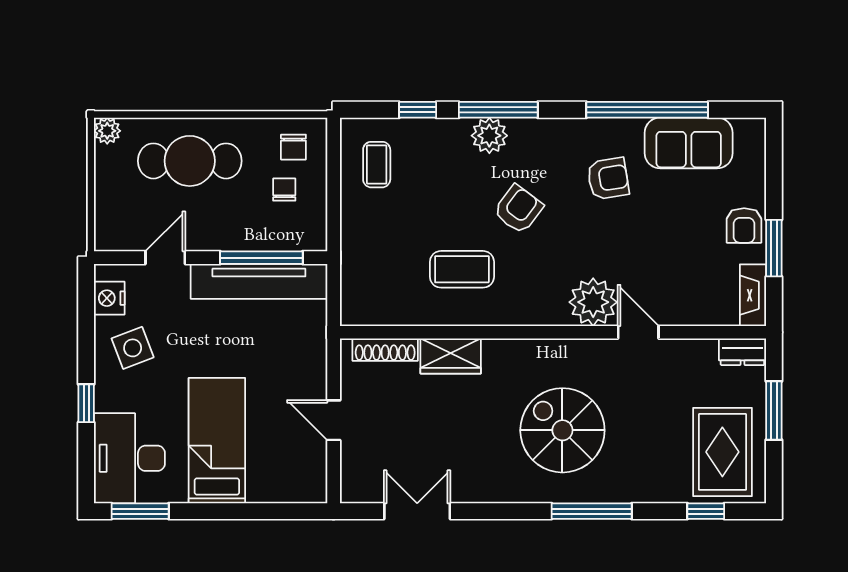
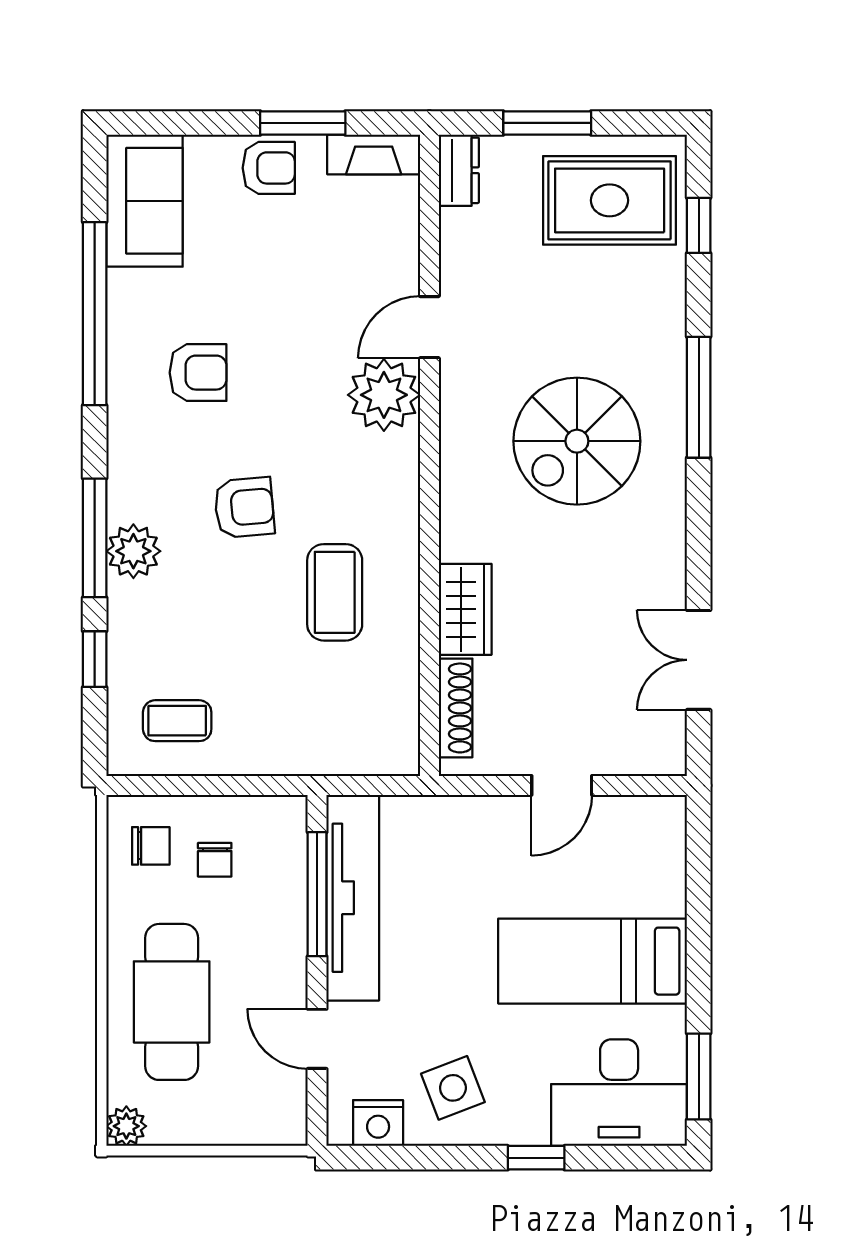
sofa: (689, 143) -> (145, 201), moved
armchair: (608, 179) -> (198, 373), turned 99
chair: (284, 190) -> (215, 860), turned -90
armchair: (518, 209) -> (244, 507), turned 138

